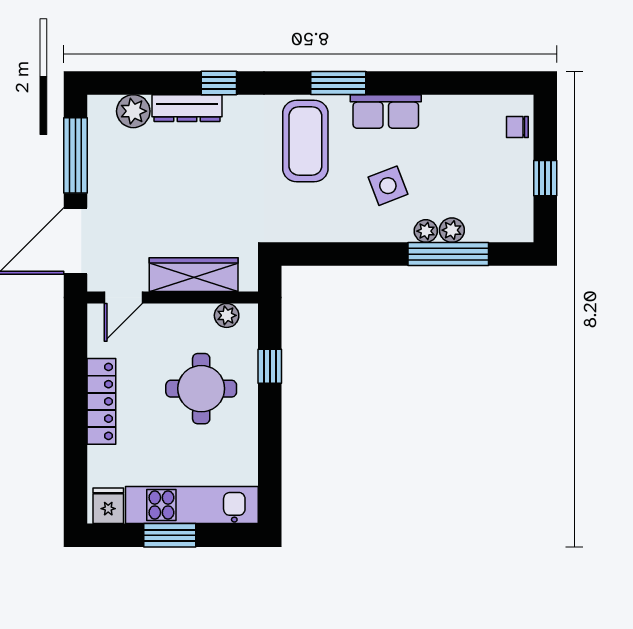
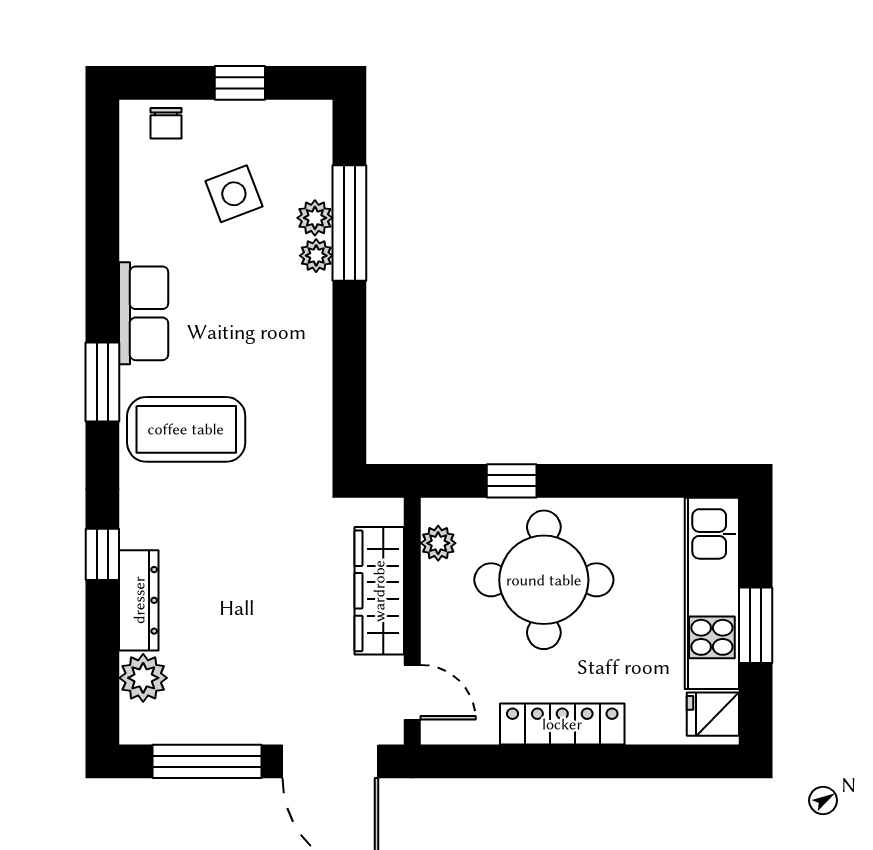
side table: (388, 186) -> (234, 194), moved
round table: (201, 389) -> (544, 580), width x1.36, depth x1.36

